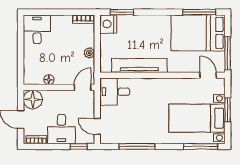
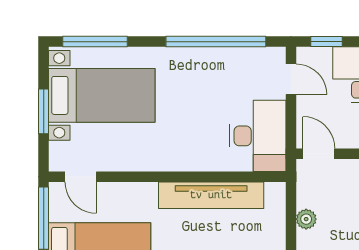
door: (83, 87) -> (319, 154), swing flipped
desk: (115, 92) -> (258, 136), width x1.37
window: (137, 146) -> (216, 42), width x1.46

